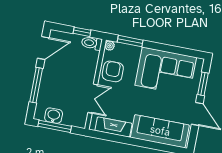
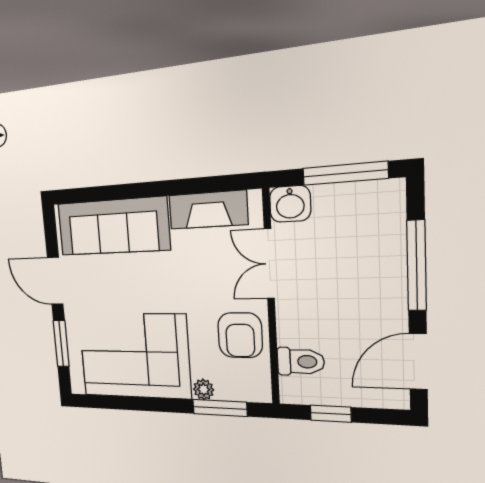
toilet: (92, 43) -> (301, 362), moved
plant: (110, 45) -> (204, 389), moved
washbasin: (54, 116) -> (290, 204), moved

